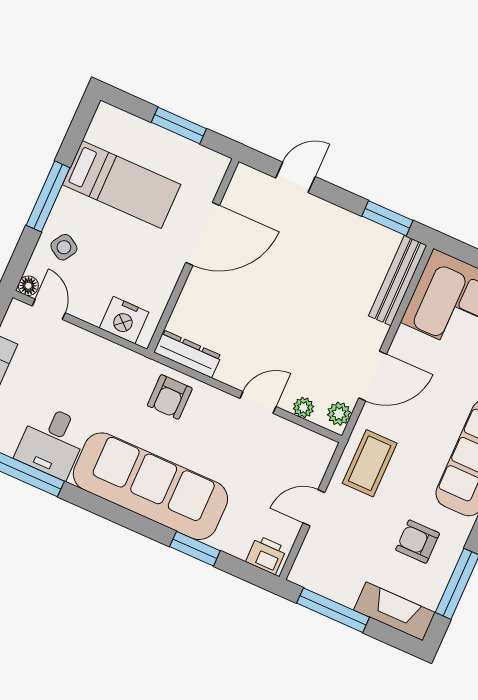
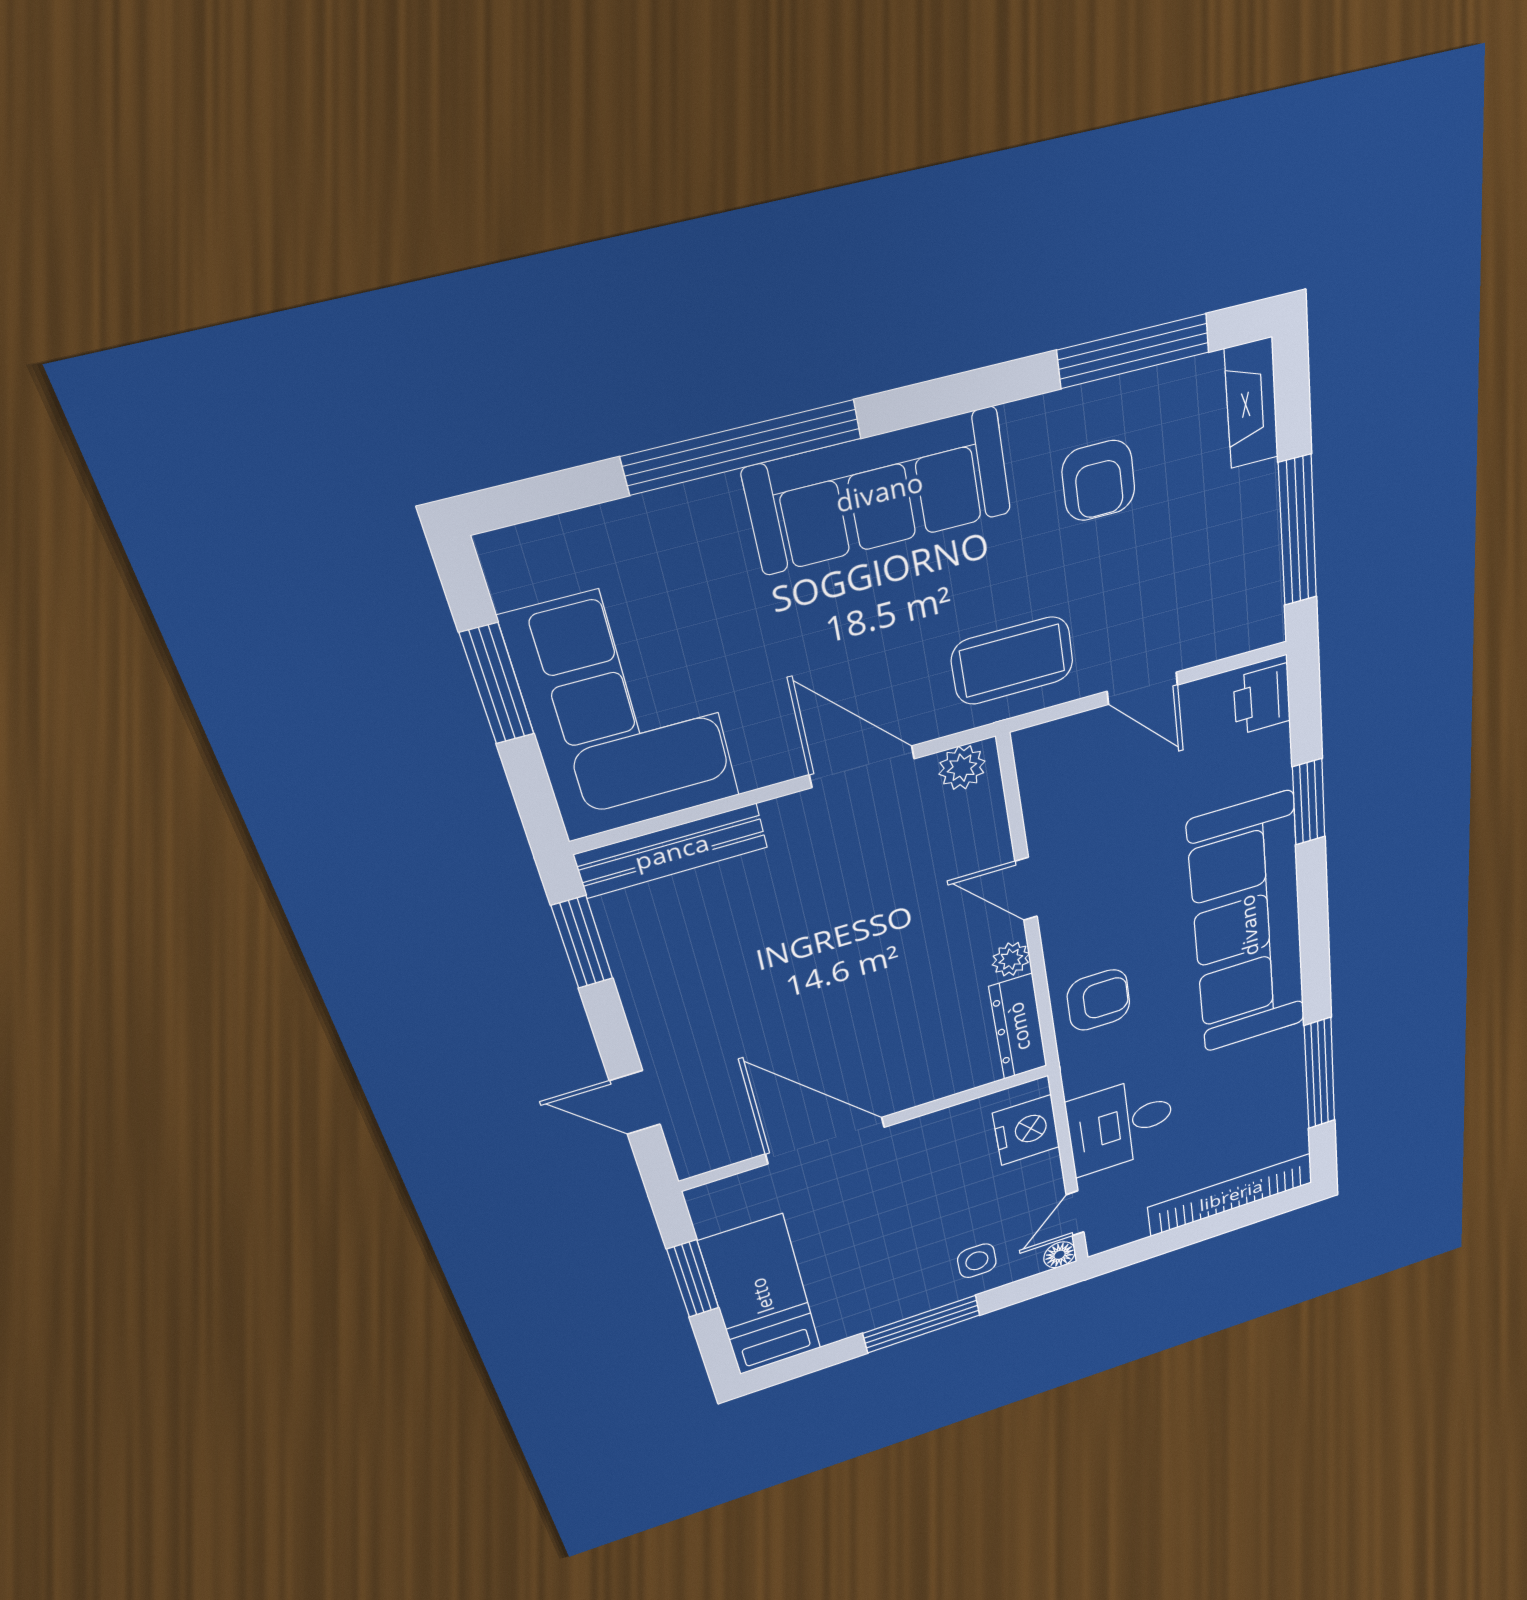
bed: (122, 185) -> (761, 1296), moved
side table: (64, 247) -> (977, 1261), turned -32
plant: (303, 408) -> (1011, 959), moved
desk: (52, 442) -> (1121, 1125), moved, turned 180
fireplace: (394, 611) -> (1252, 403), width x0.73, depth x0.76

